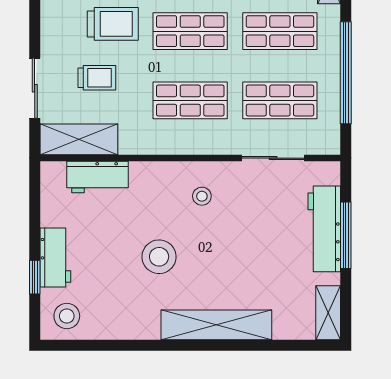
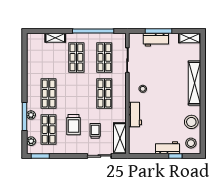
trolley: (113, 24) -> (74, 125), turned 180
shop shelf: (190, 31) -> (76, 93), removed
workbench: (97, 177) -> (135, 115), moved
workbench: (324, 229) -> (156, 40), width x0.73
stool: (159, 257) -> (191, 122), moved

